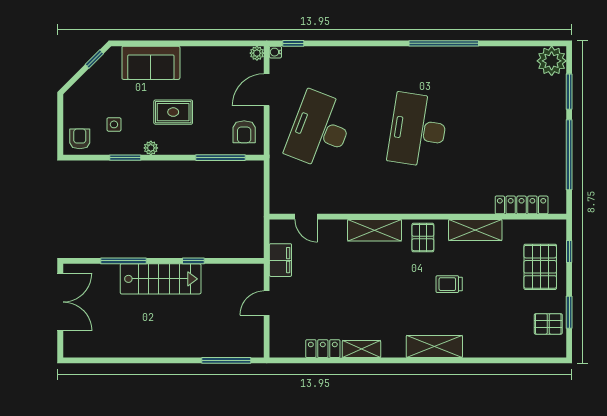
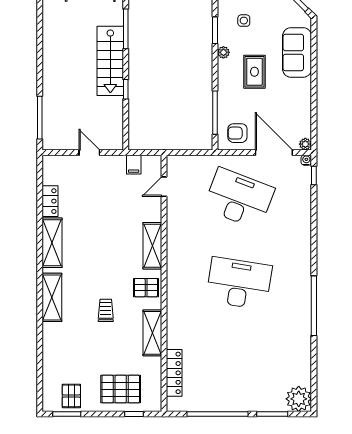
door: (267, 90) -> (274, 153), width x1.36
filing cabinet: (280, 260) -> (134, 165), width x0.50
window: (569, 312) -> (67, 414), moved
shelving: (361, 349) -> (52, 243), width x1.50, depth x1.33

